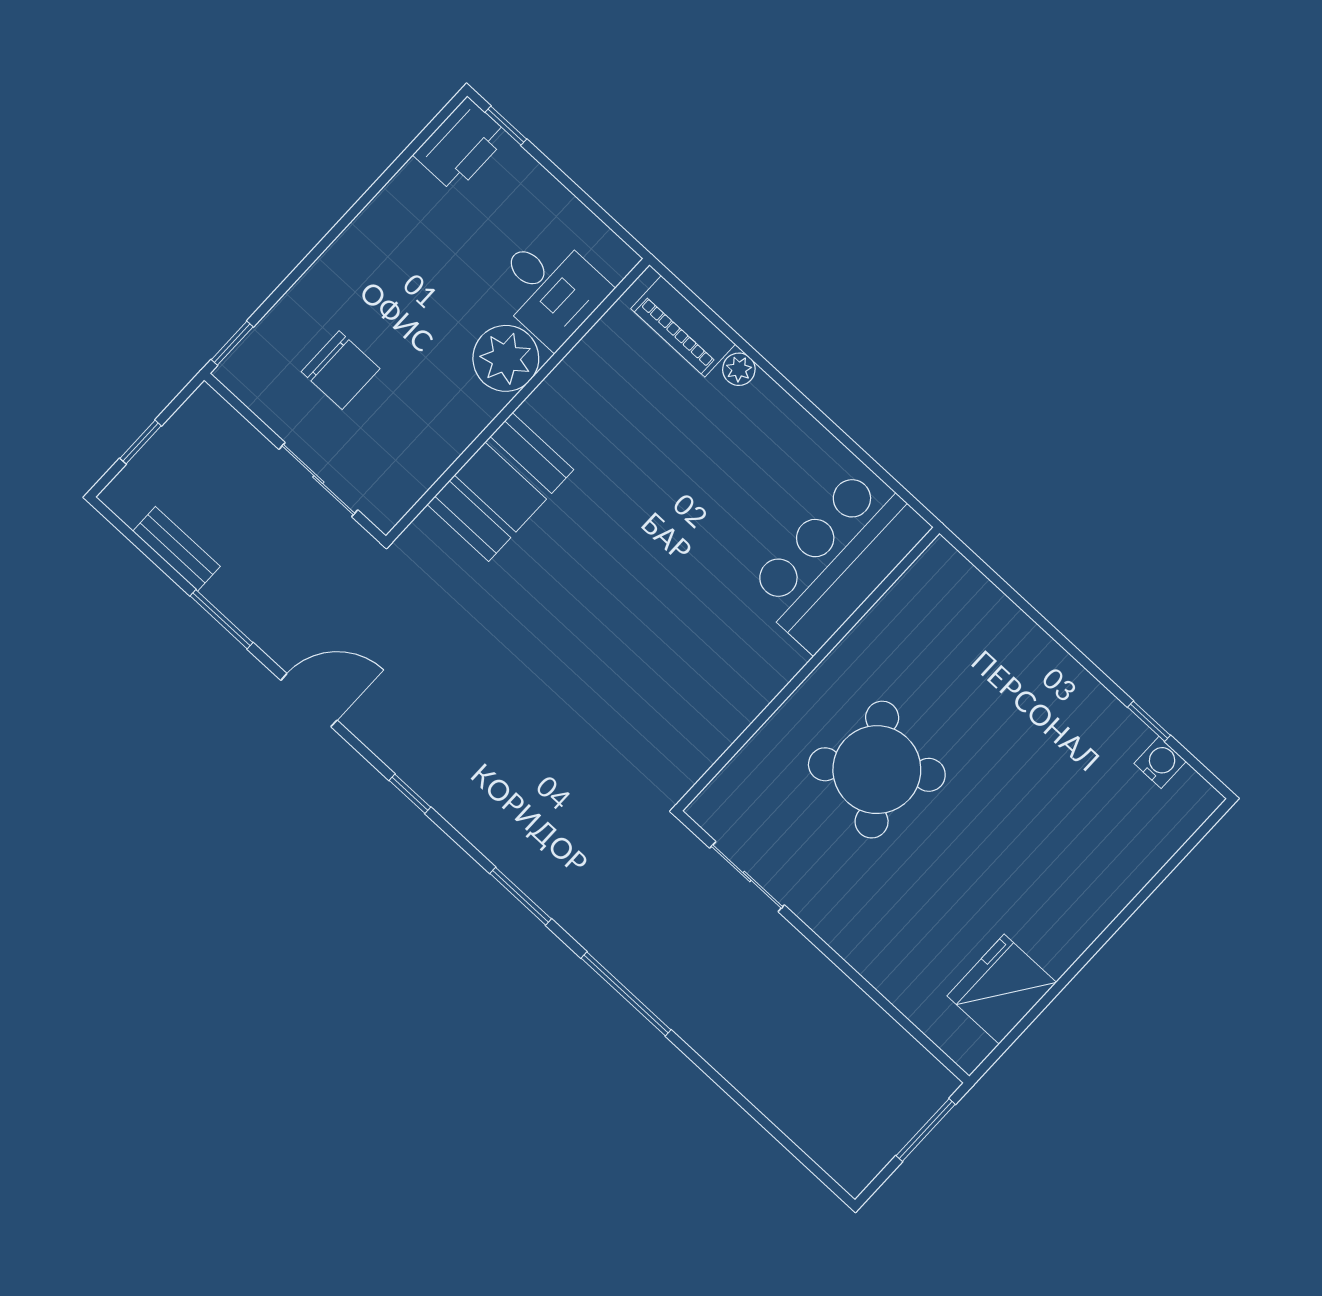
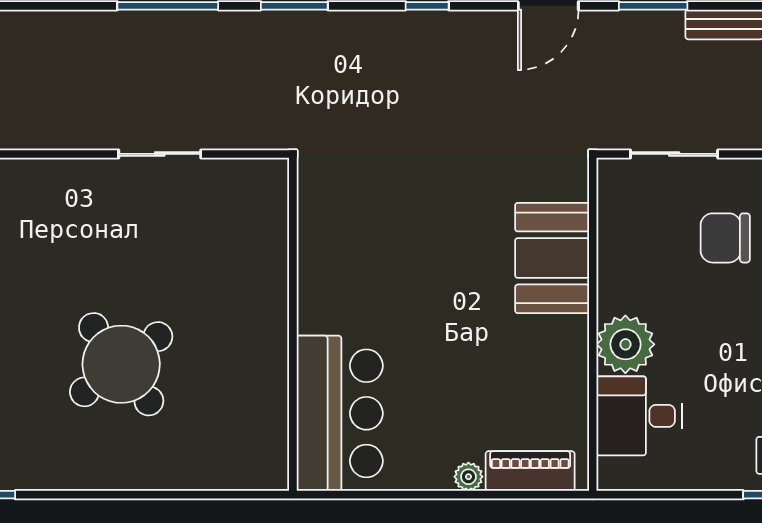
bar counter: (837, 559) -> (340, 413), moved
wall: (808, 669) -> (293, 324), moved
round table: (877, 770) -> (121, 364), moved

